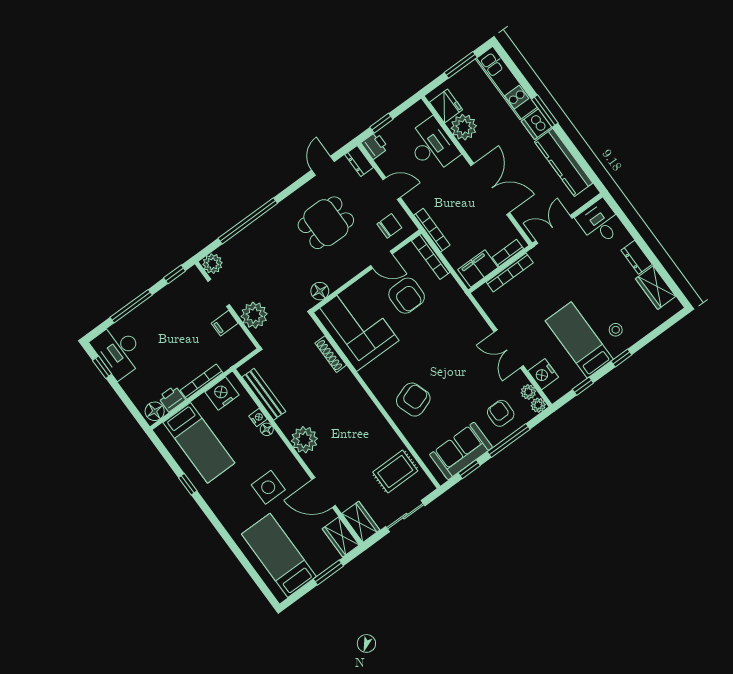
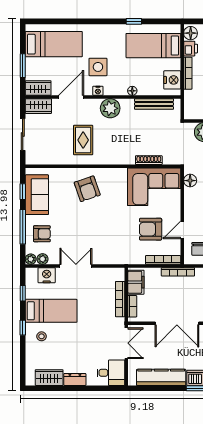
nightstand: (258, 418) -> (98, 91), moved
rug: (395, 472) -> (83, 140), moved

